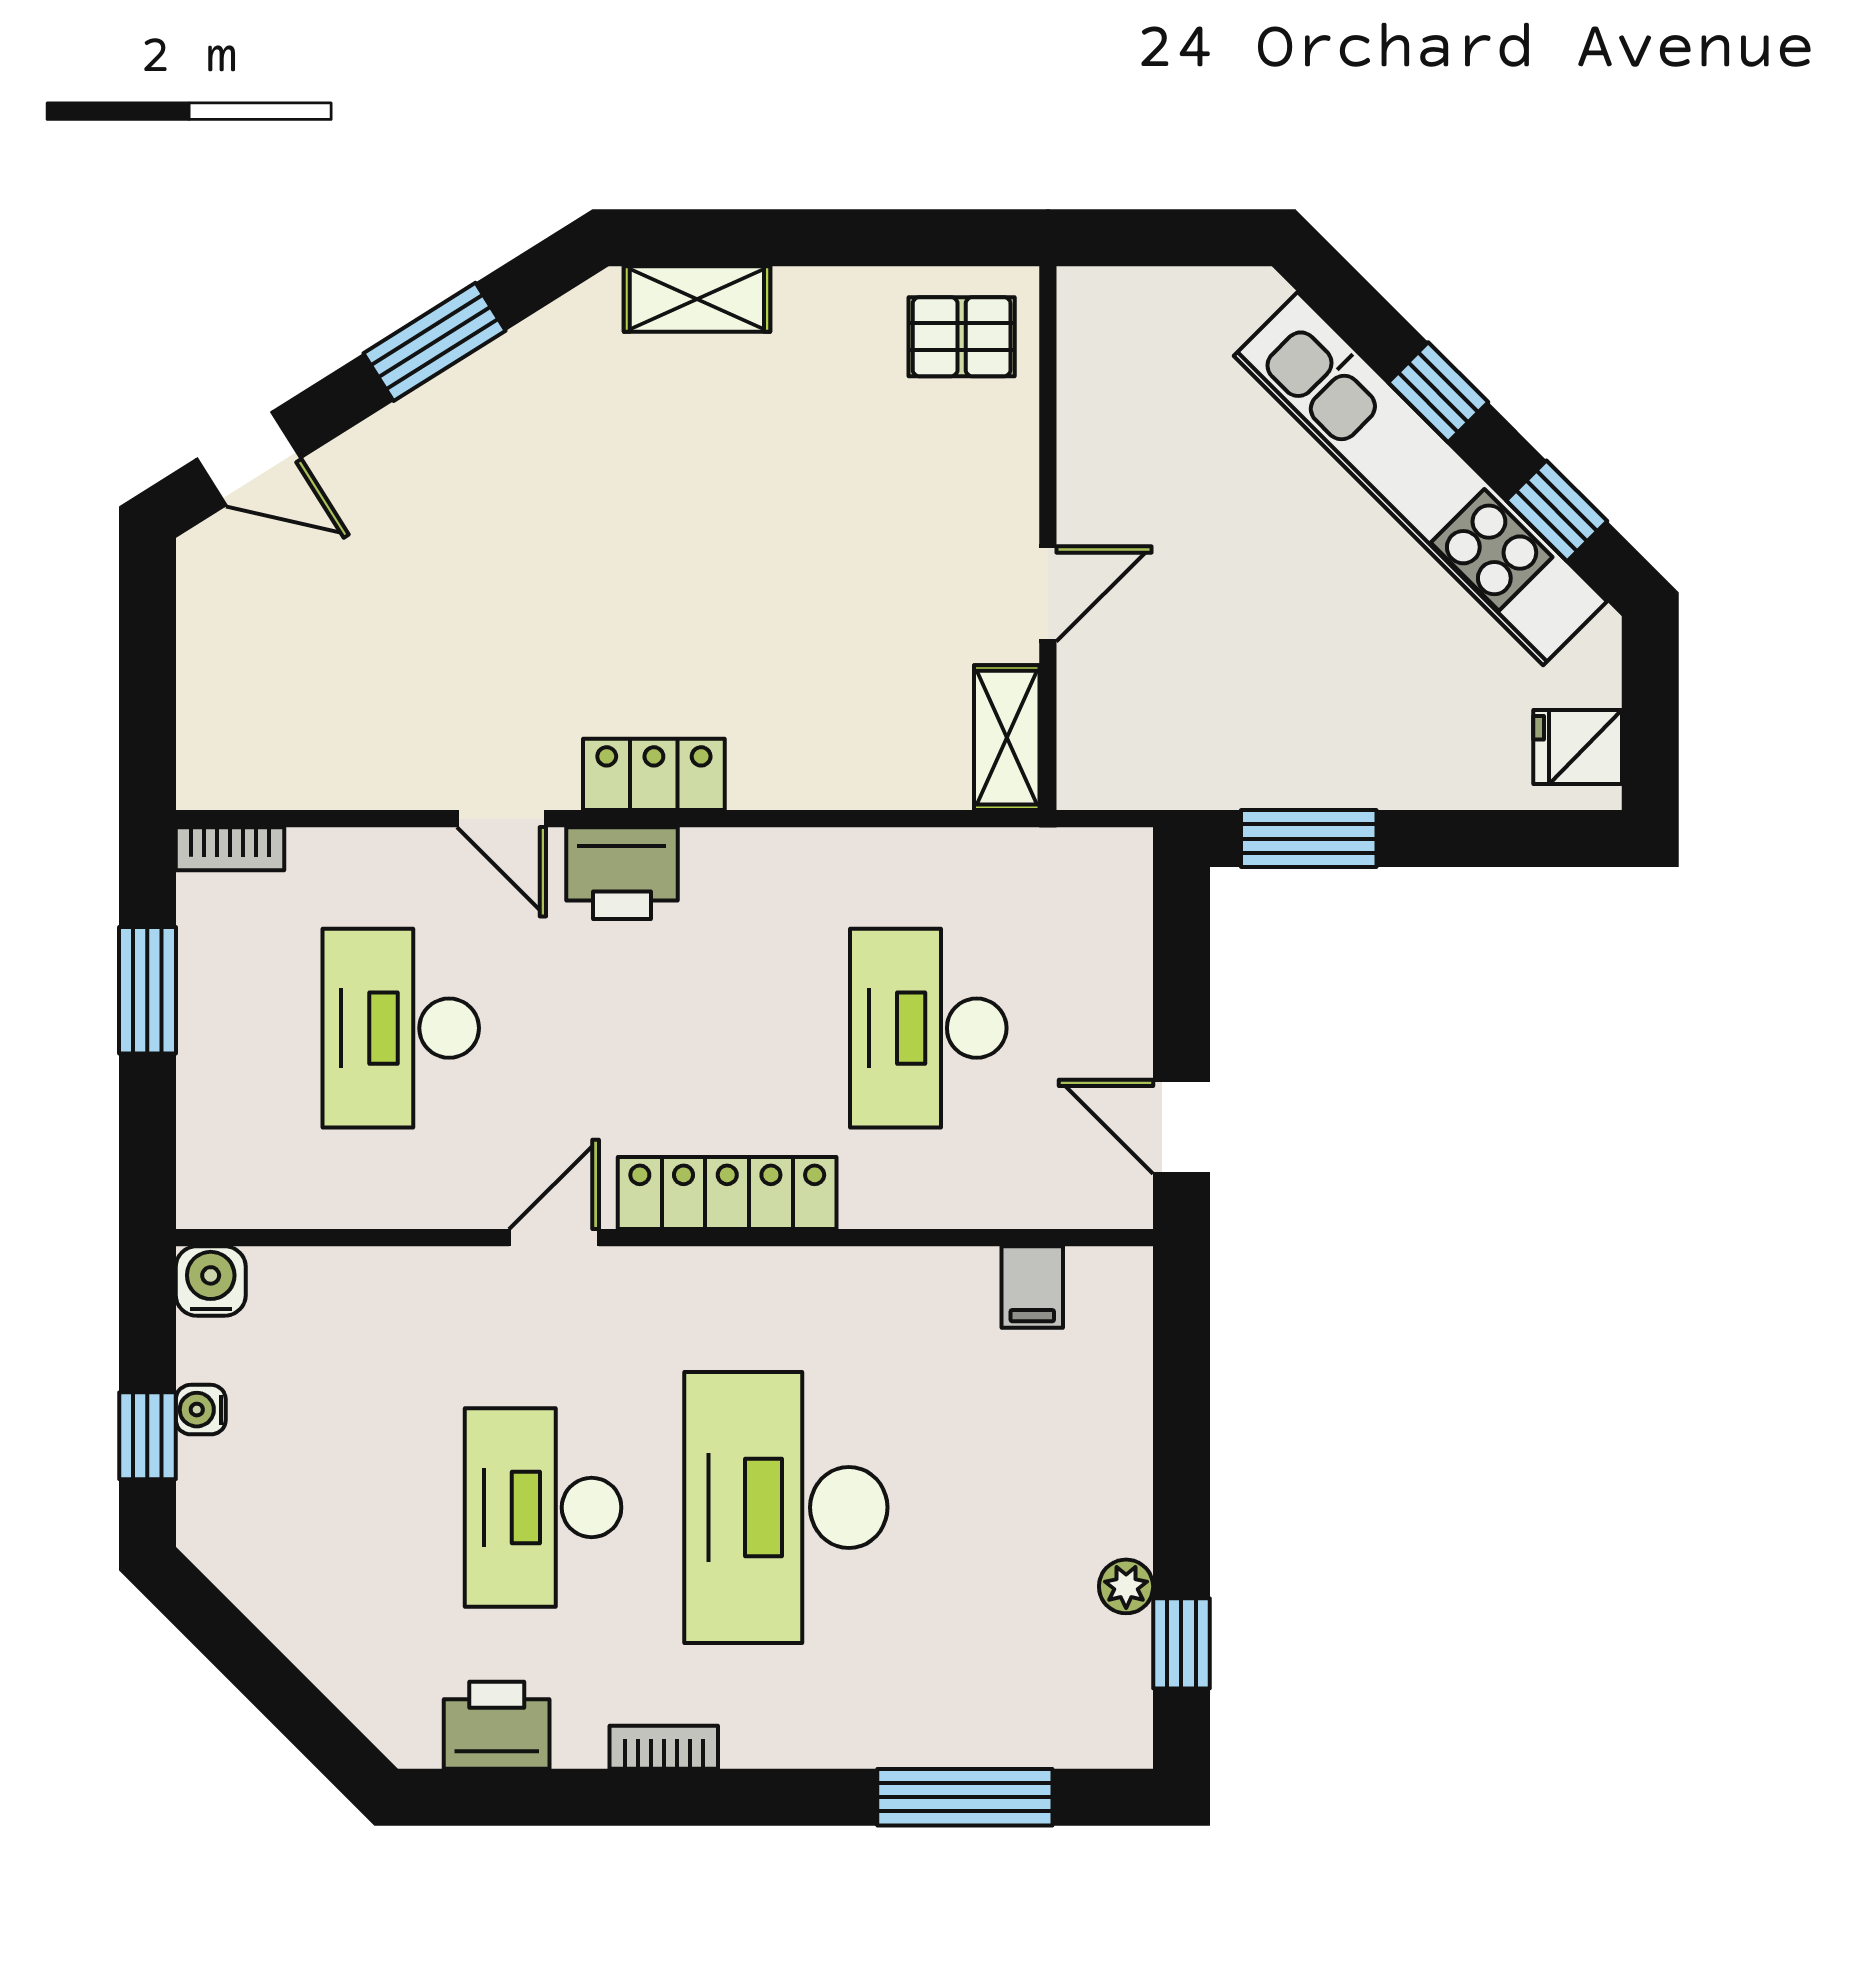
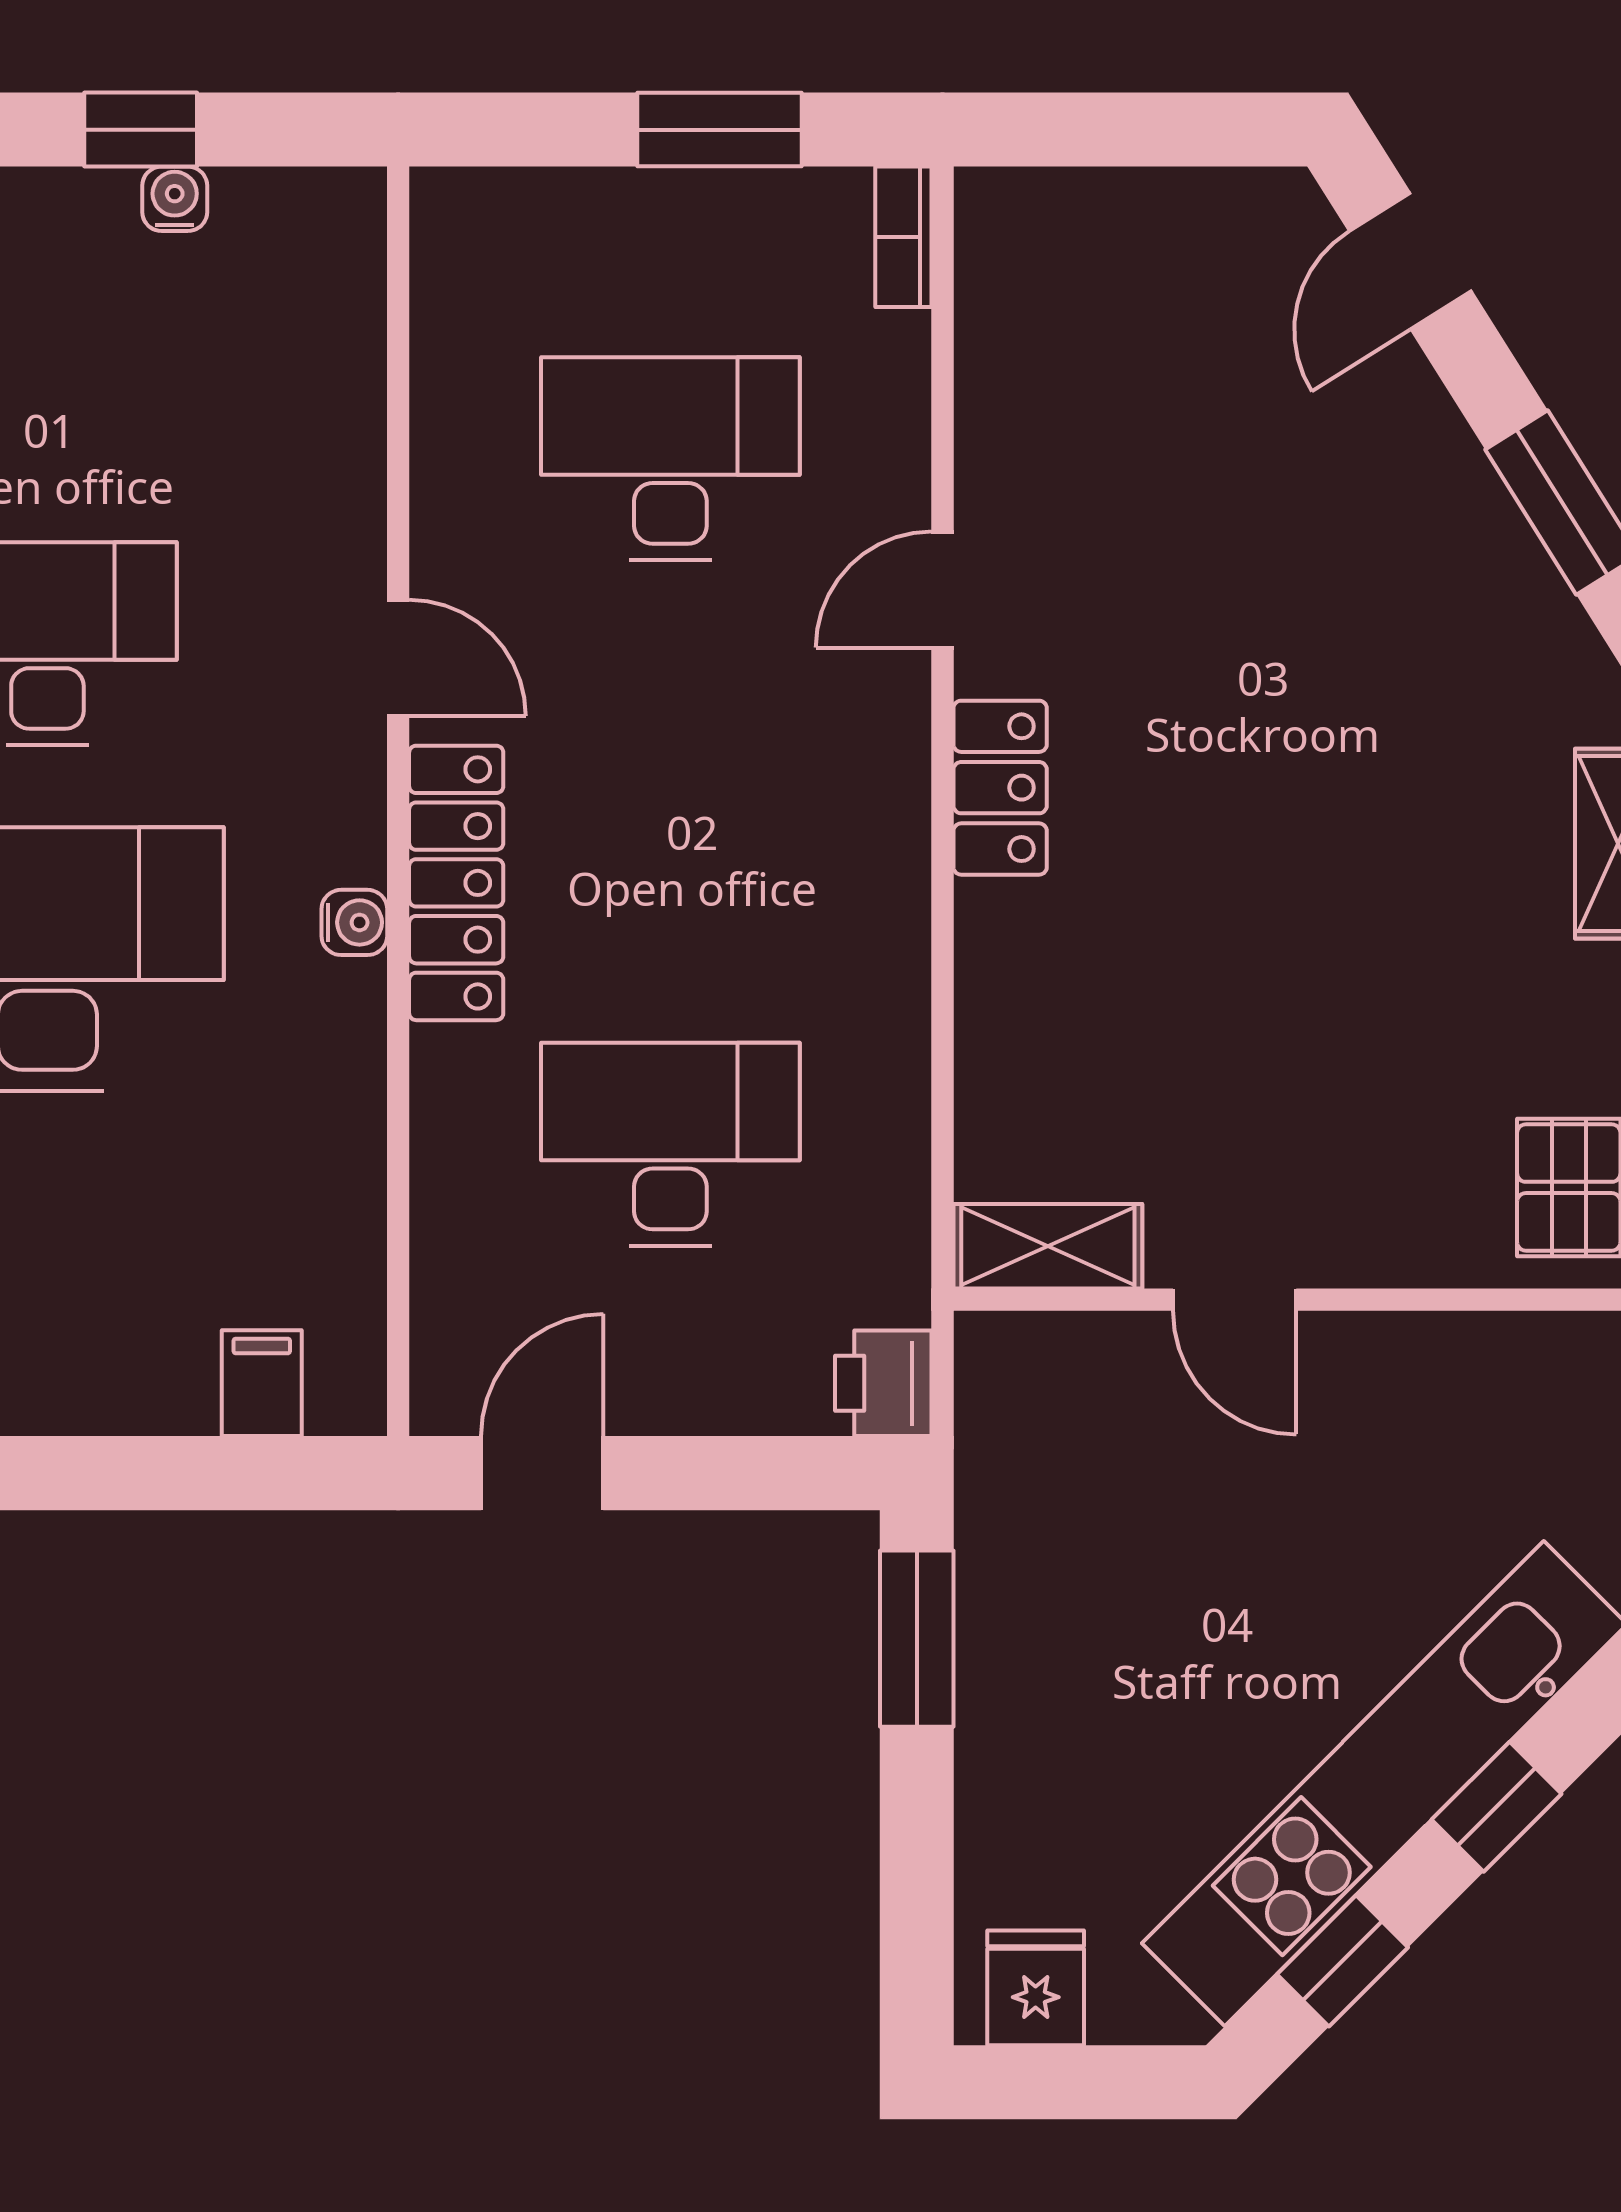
printer: (622, 873) -> (883, 1383), moved, width x0.73, depth x0.81
water cooler: (211, 1281) -> (354, 922), moved, width x0.72, depth x0.72
filing cabinet: (1032, 1287) -> (262, 1383), moved, turned 90

